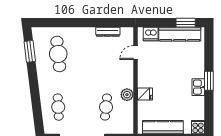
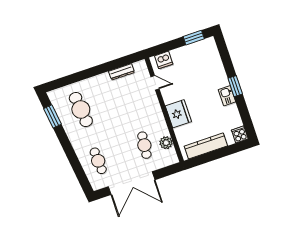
kitchen counter: (180, 34) -> (192, 51), removed
door: (136, 52) -> (155, 83), swing flipped
fridge: (145, 94) -> (178, 114), width x1.88, depth x1.34
plant: (127, 95) -> (166, 143), moved

